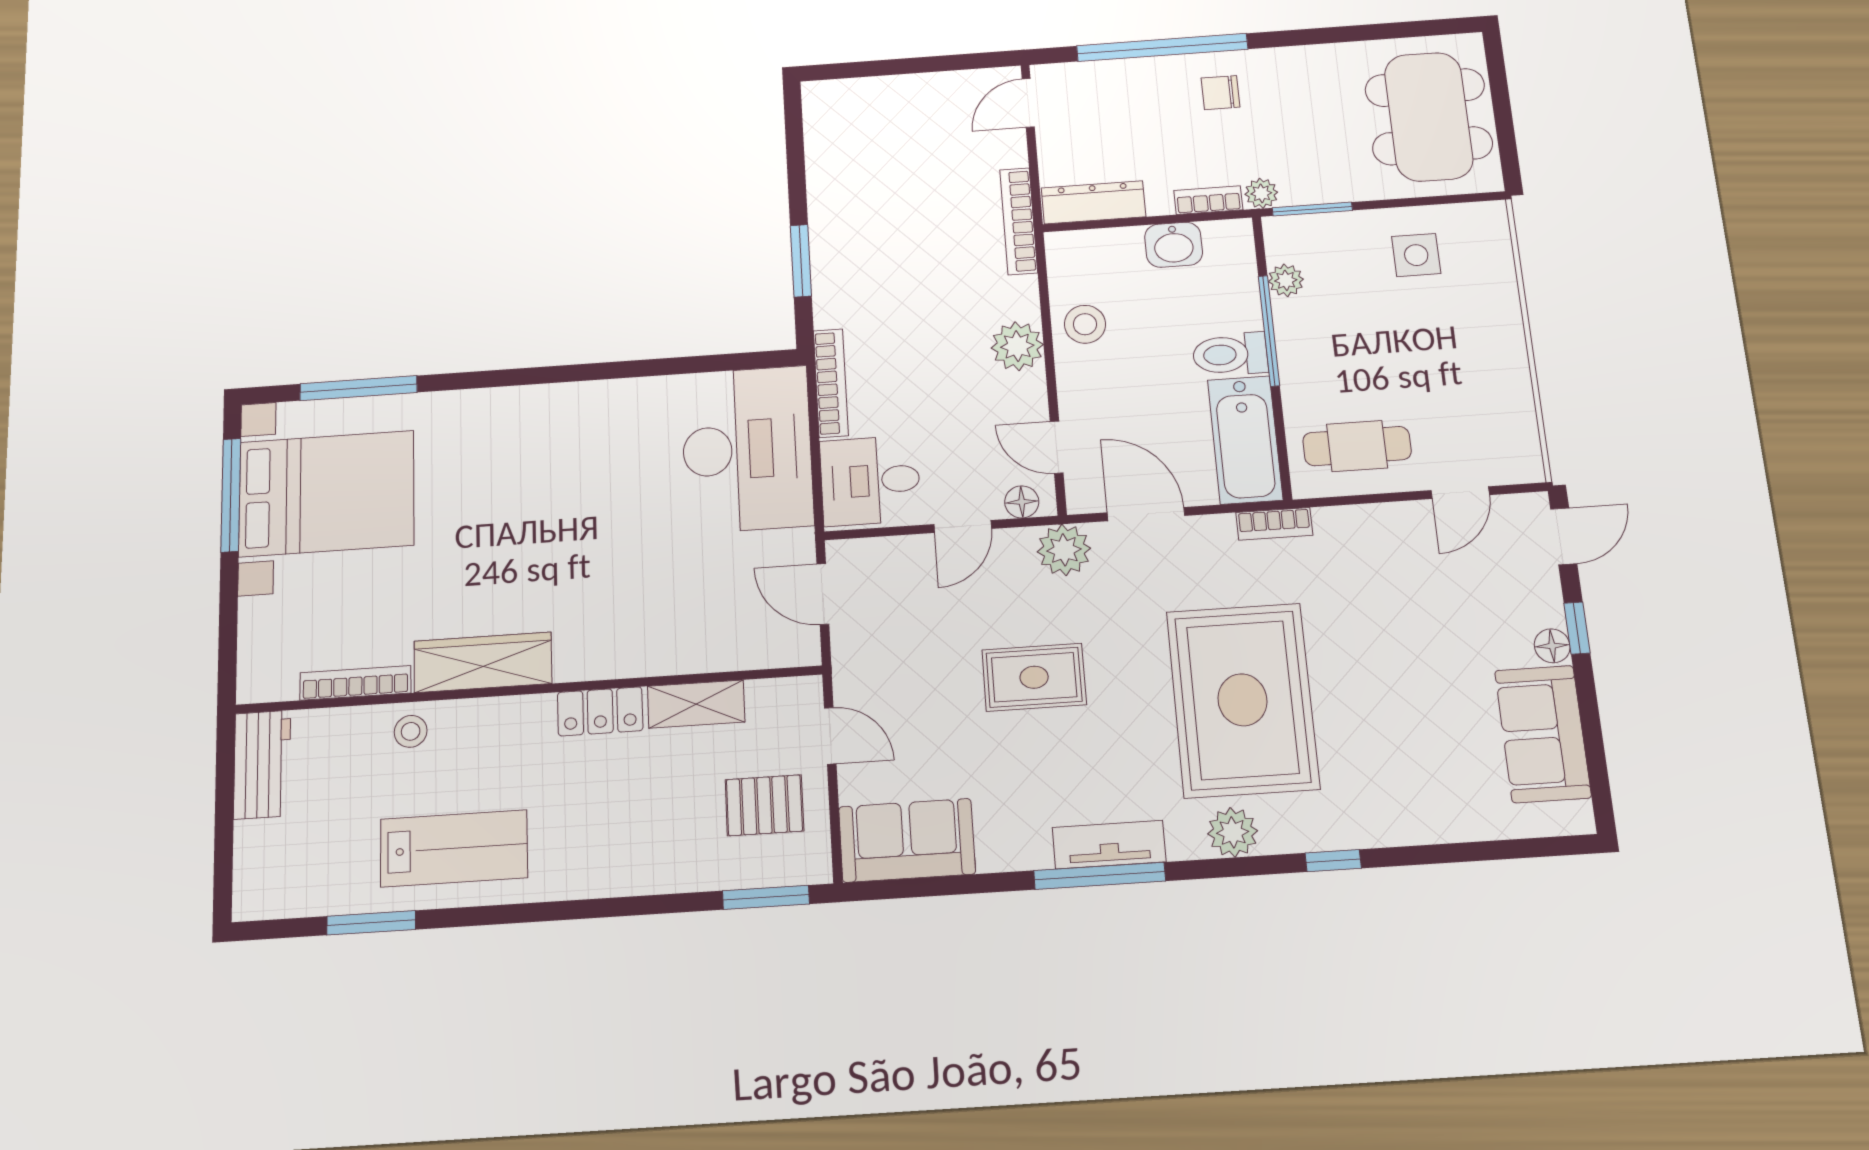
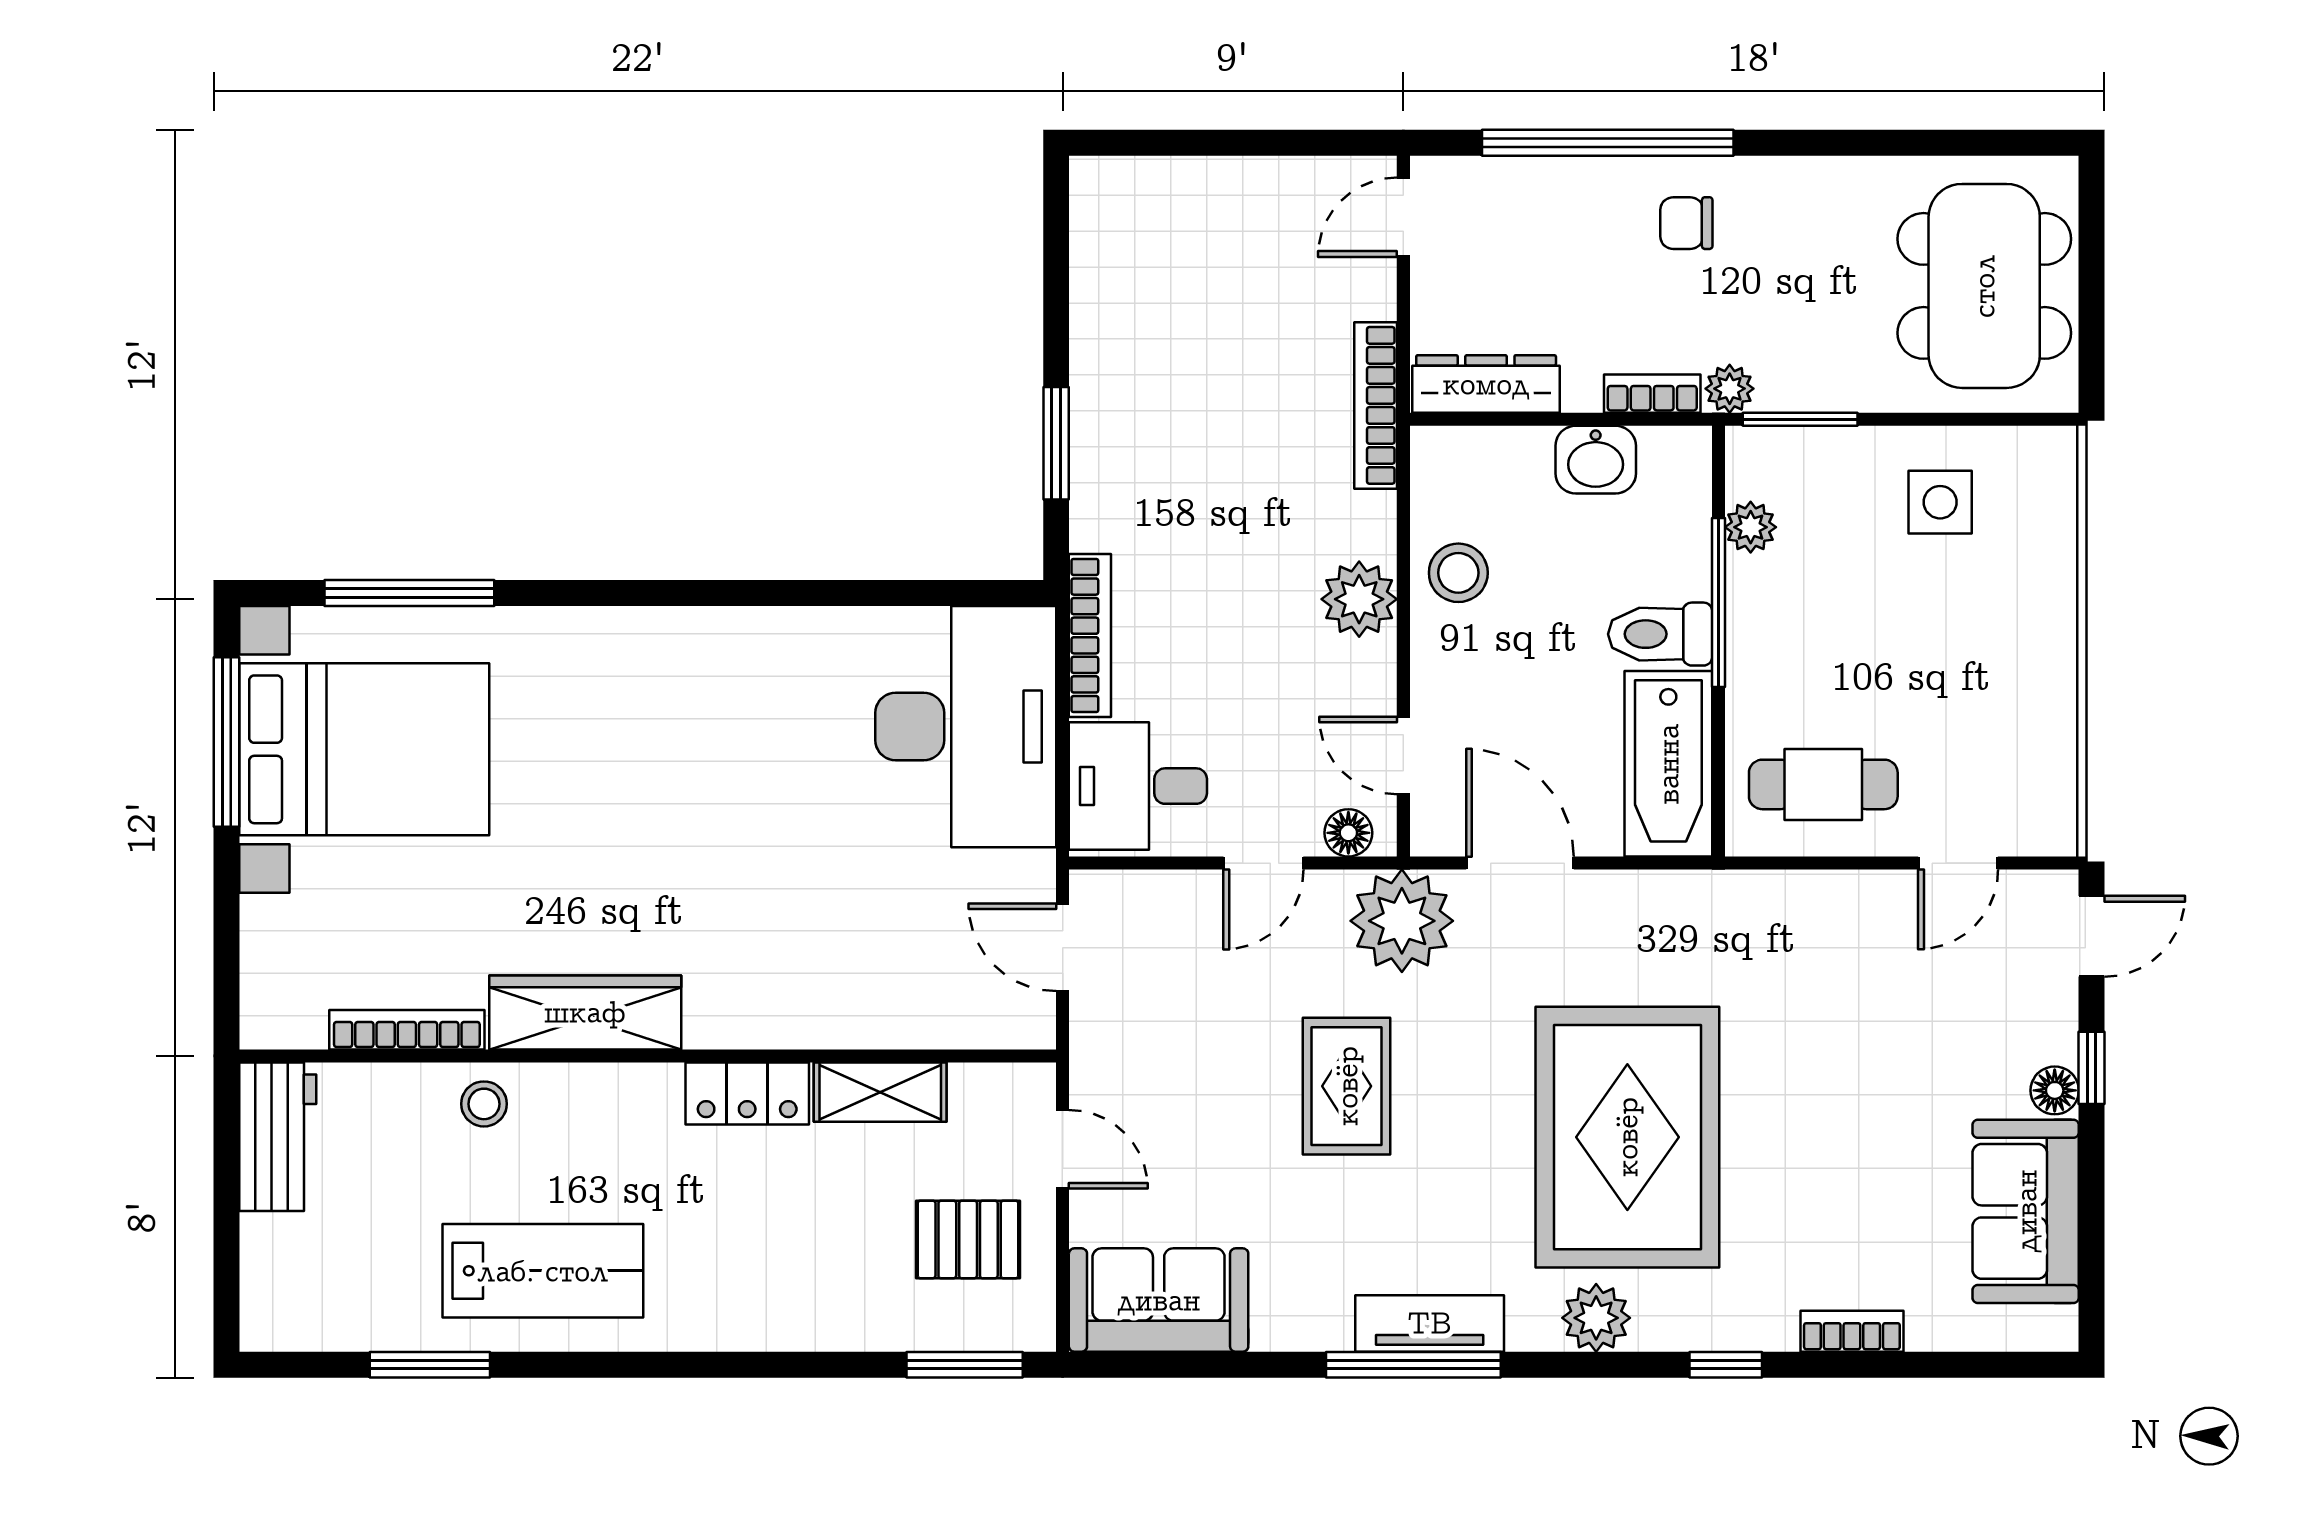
bookcase: (1274, 524) -> (1852, 1331), moved, turned 180
plant: (1064, 550) -> (1402, 921), width x1.36, depth x1.36
rug: (1034, 677) -> (1347, 1086), turned 90

